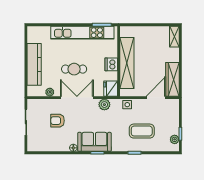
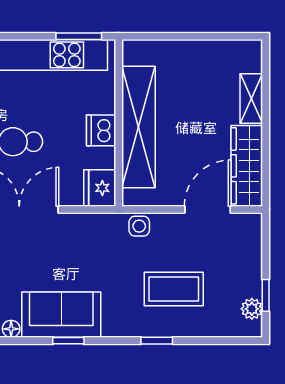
shelving: (174, 37) -> (251, 98), moved
plant: (104, 105) -> (85, 226), removed

